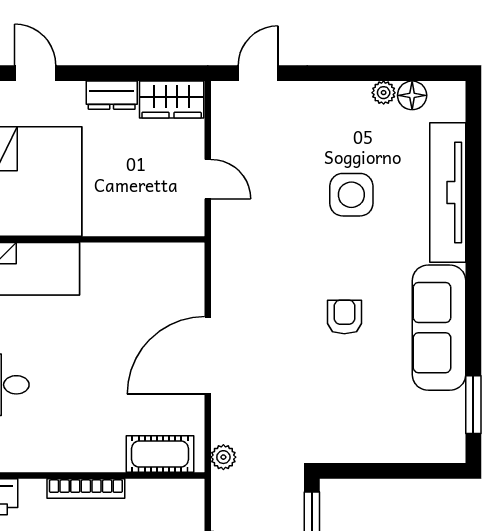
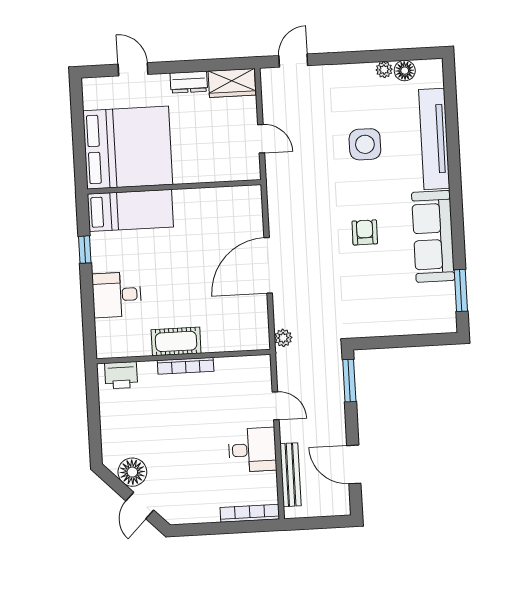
cot: (160, 454) -> (176, 341), moved

